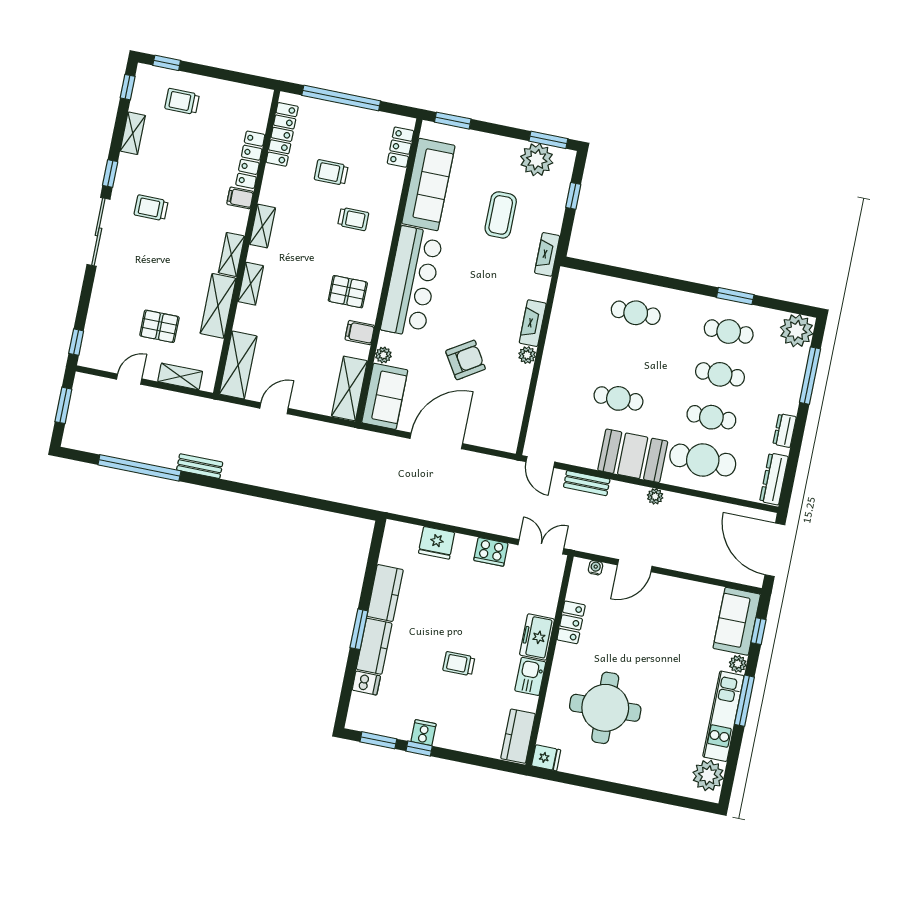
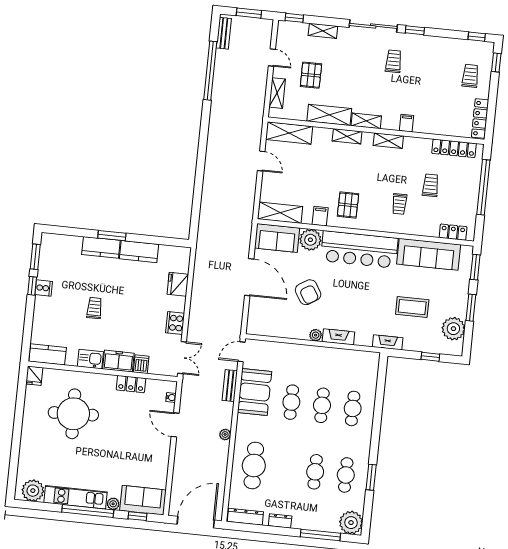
shelving: (133, 133) -> (323, 31), moved
window: (548, 140) -> (471, 308), moved
locker: (250, 160) -> (480, 118), moved, turned -90
plant: (383, 355) -> (310, 240), width x1.87, depth x1.87
cafe table: (711, 417) -> (322, 405), moved
booth: (633, 456) -> (255, 392), moved
bench: (200, 466) -> (224, 33), moved
dishwasher: (366, 683) -> (141, 364), moved, turned 180
window: (744, 701) -> (88, 511), width x1.46

